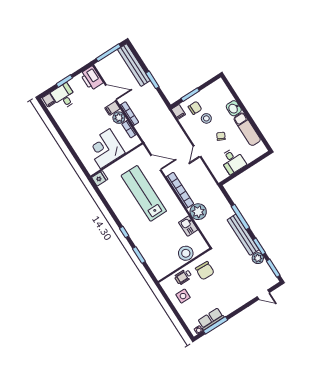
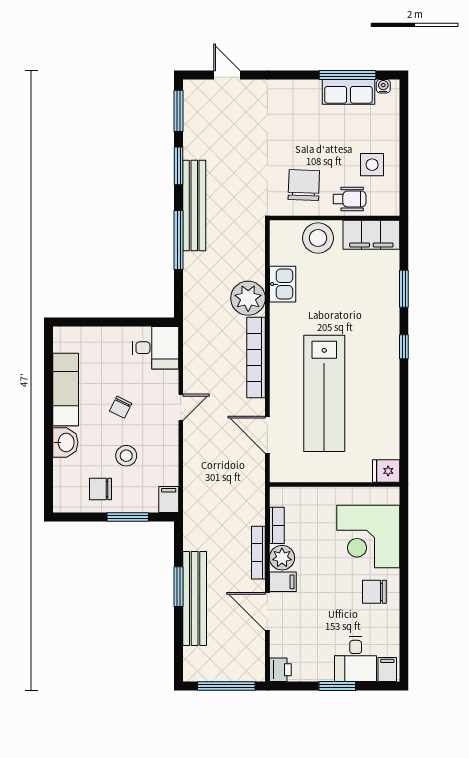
bench: (134, 65) -> (195, 599), moved
printer: (92, 78) -> (280, 670), width x0.53, depth x0.68
chair: (195, 108) -> (101, 489), moved
chair: (74, 128) -> (374, 592), added
corner desk: (105, 149) -> (368, 537), moved, turned 90
desk: (233, 161) -> (155, 348), moved, turned 90
plant: (258, 258) -> (195, 146), removed
filing cabinet: (165, 268) -> (371, 235), added

